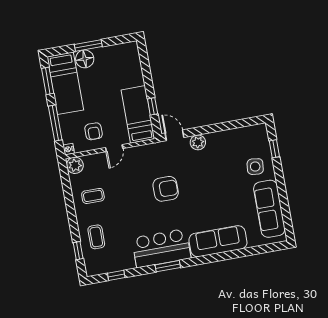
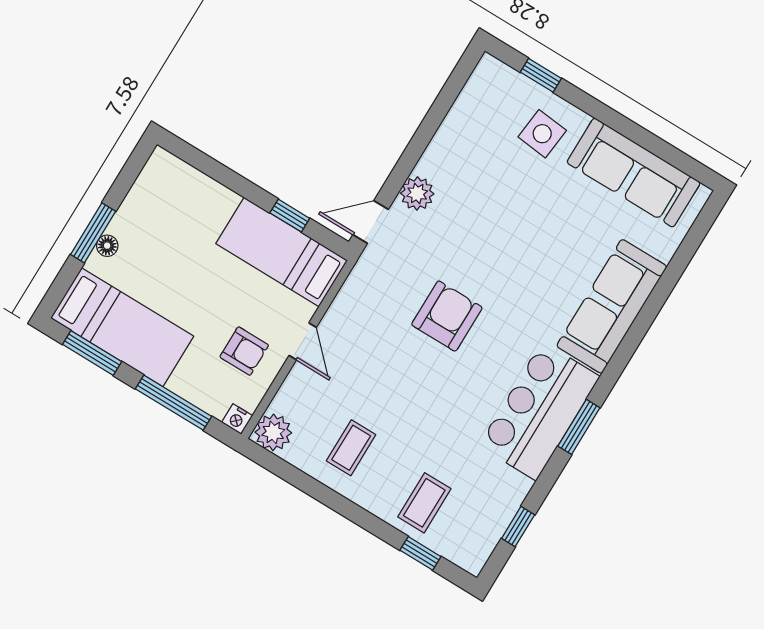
floor lamp: (85, 59) -> (107, 246), width x0.53, depth x0.53
coffee table: (96, 237) -> (424, 503), turned 90

